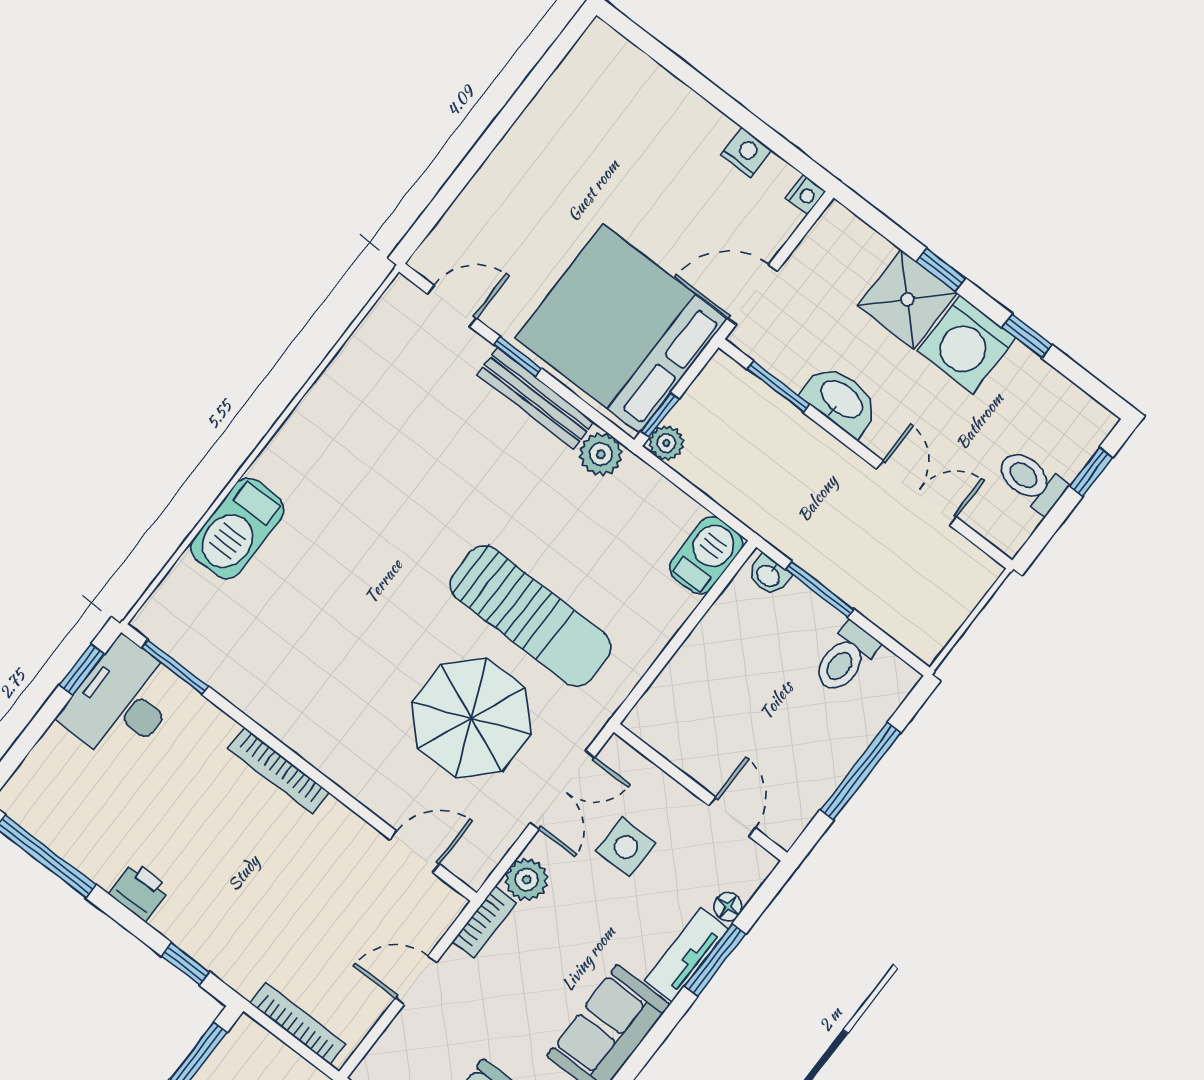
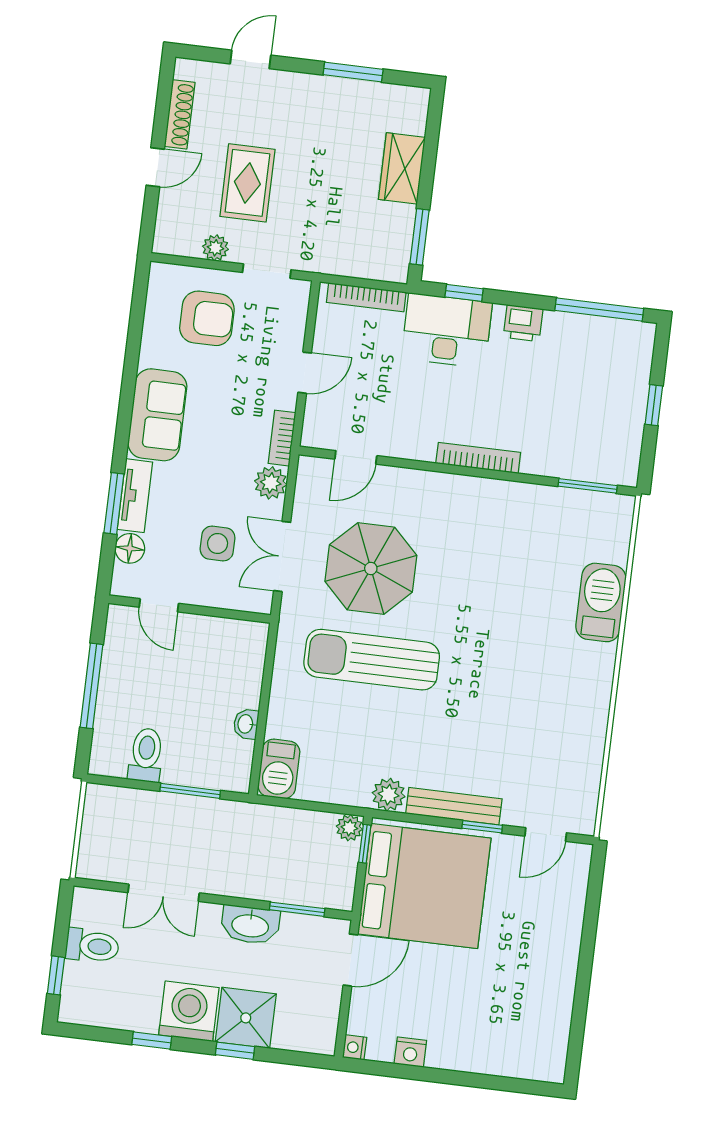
washbasin: (769, 575) -> (246, 724), moved, turned -90
window: (82, 669) -> (654, 405), moved
desk: (122, 702) -> (447, 331), moved, turned -90
floor lamp: (728, 907) -> (130, 548), width x1.37, depth x1.37

